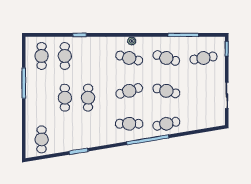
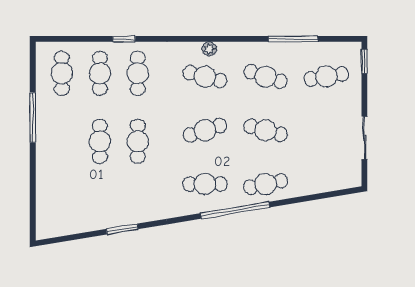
cafe table: (42, 139) -> (138, 73), moved

